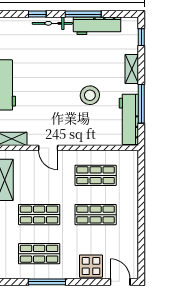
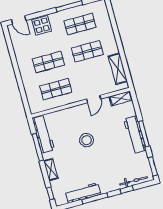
bicycle: (52, 23) -> (134, 181), moved
stool: (90, 95) -> (87, 140), moved
door: (48, 148) -> (94, 99), swing flipped

